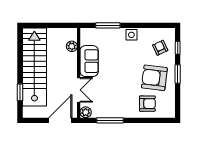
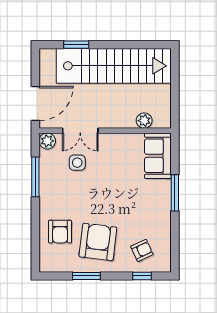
window: (108, 25) -> (175, 193), moved
side table: (131, 35) -> (77, 163), moved
sofa: (89, 61) -> (158, 156), moved, turned 90
window: (178, 74) -> (86, 276), moved
door: (60, 120) -> (35, 104), hinge flipped

